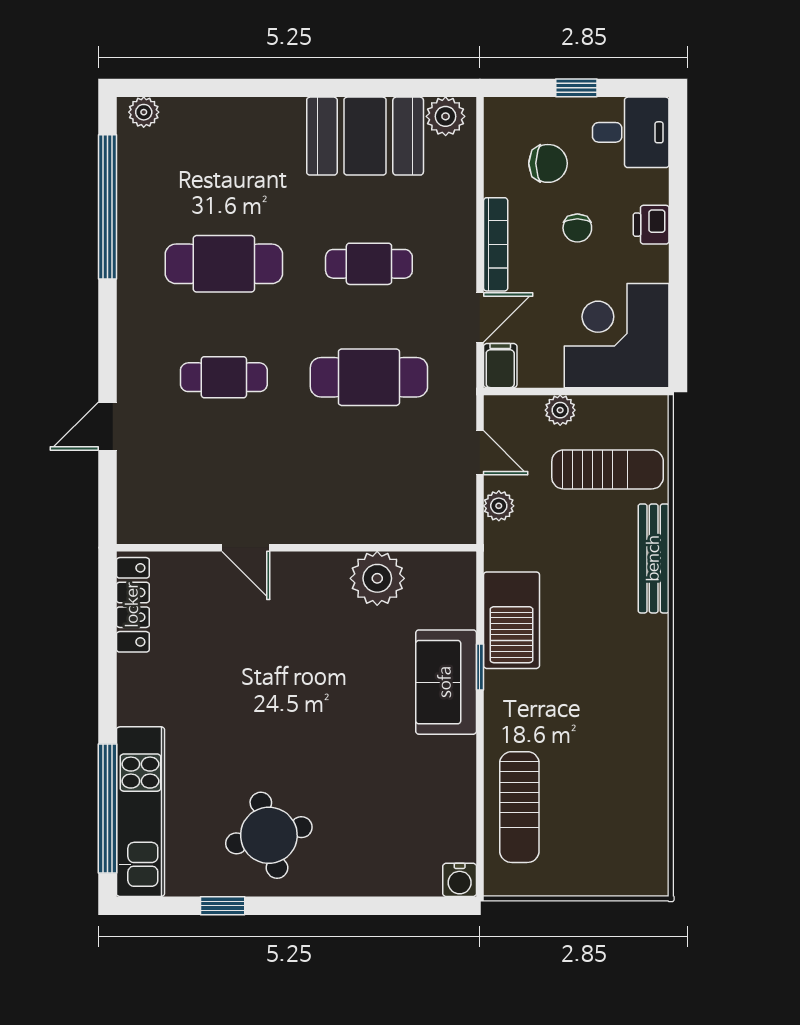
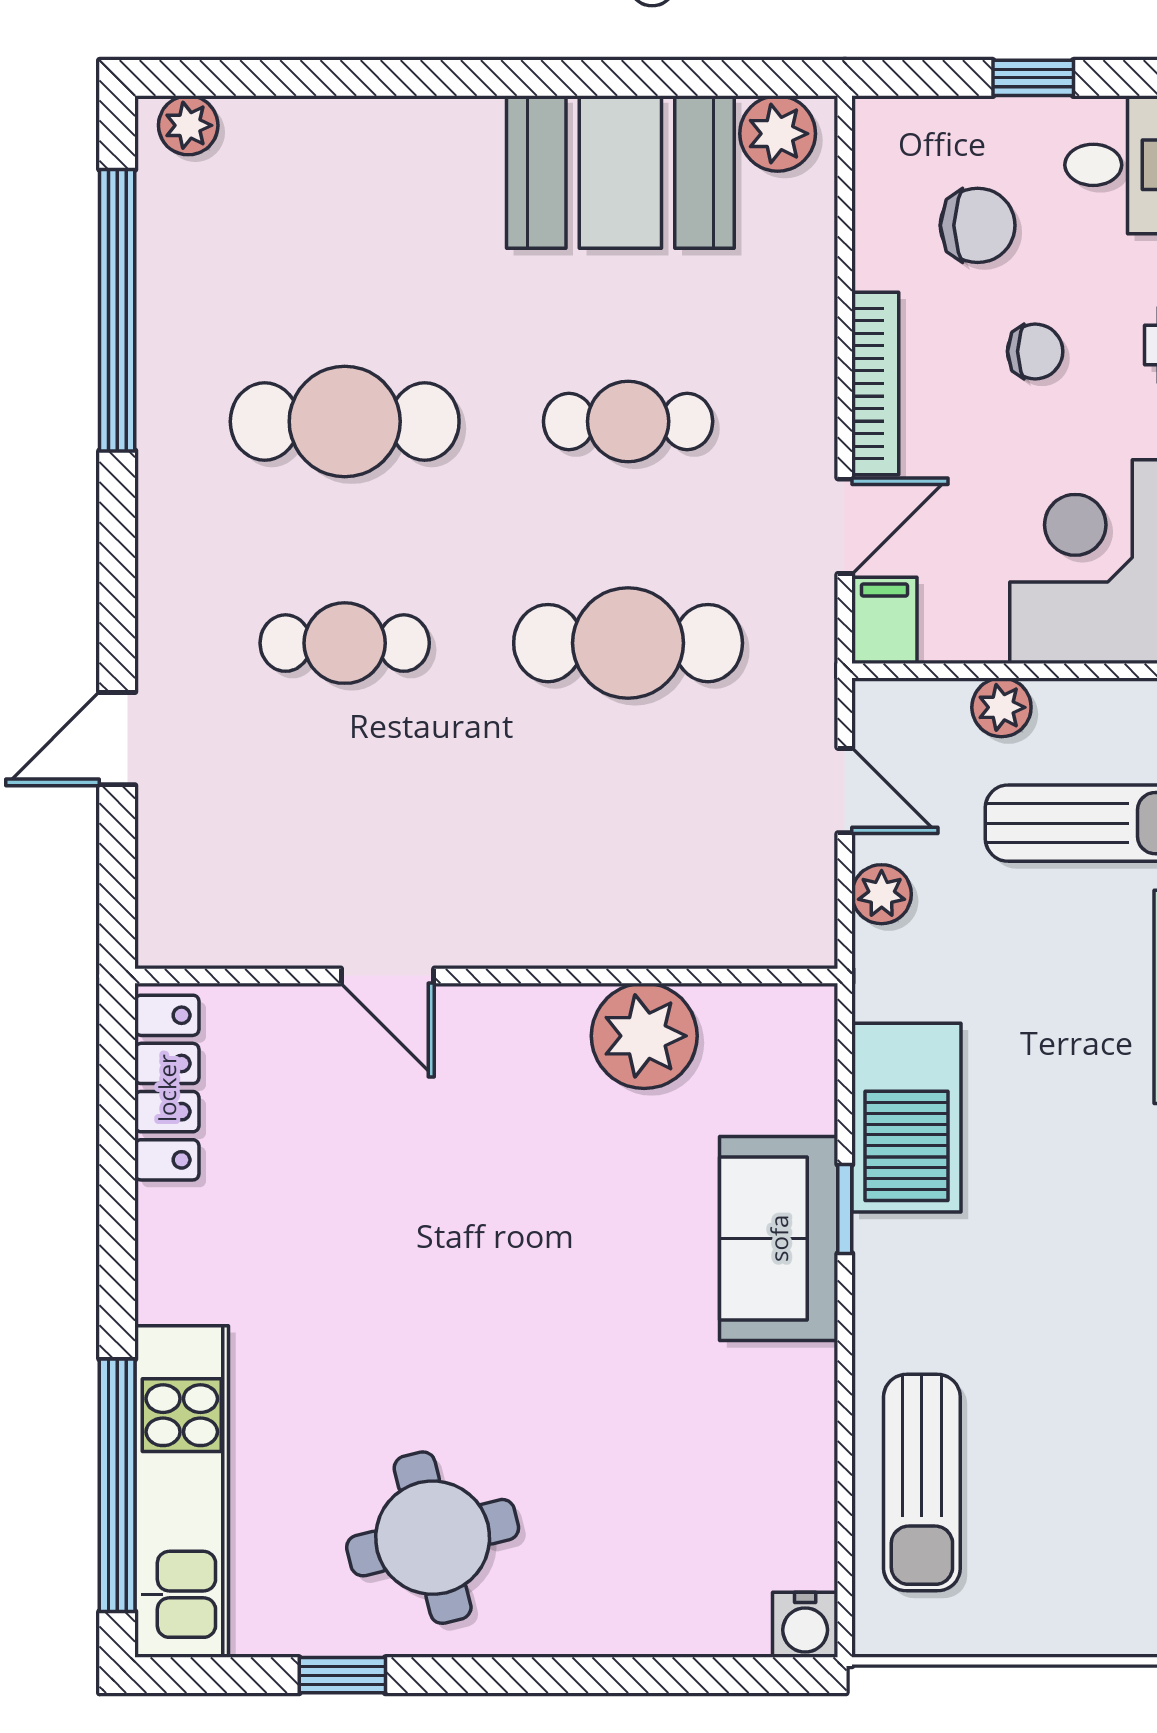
chair: (577, 228) -> (1035, 351), turned -90

